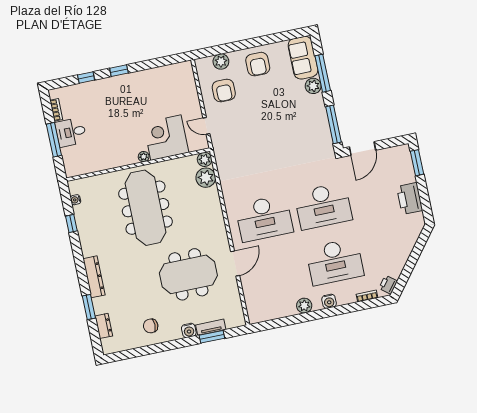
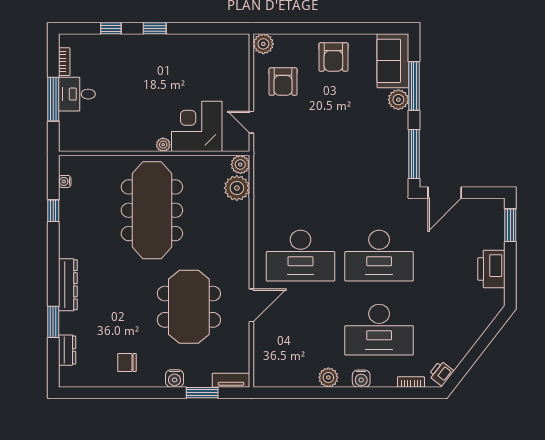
plant: (221, 61) -> (263, 44), moved
meeting table: (188, 274) -> (189, 307), turned 90
tv unit: (211, 327) -> (231, 380), moved

